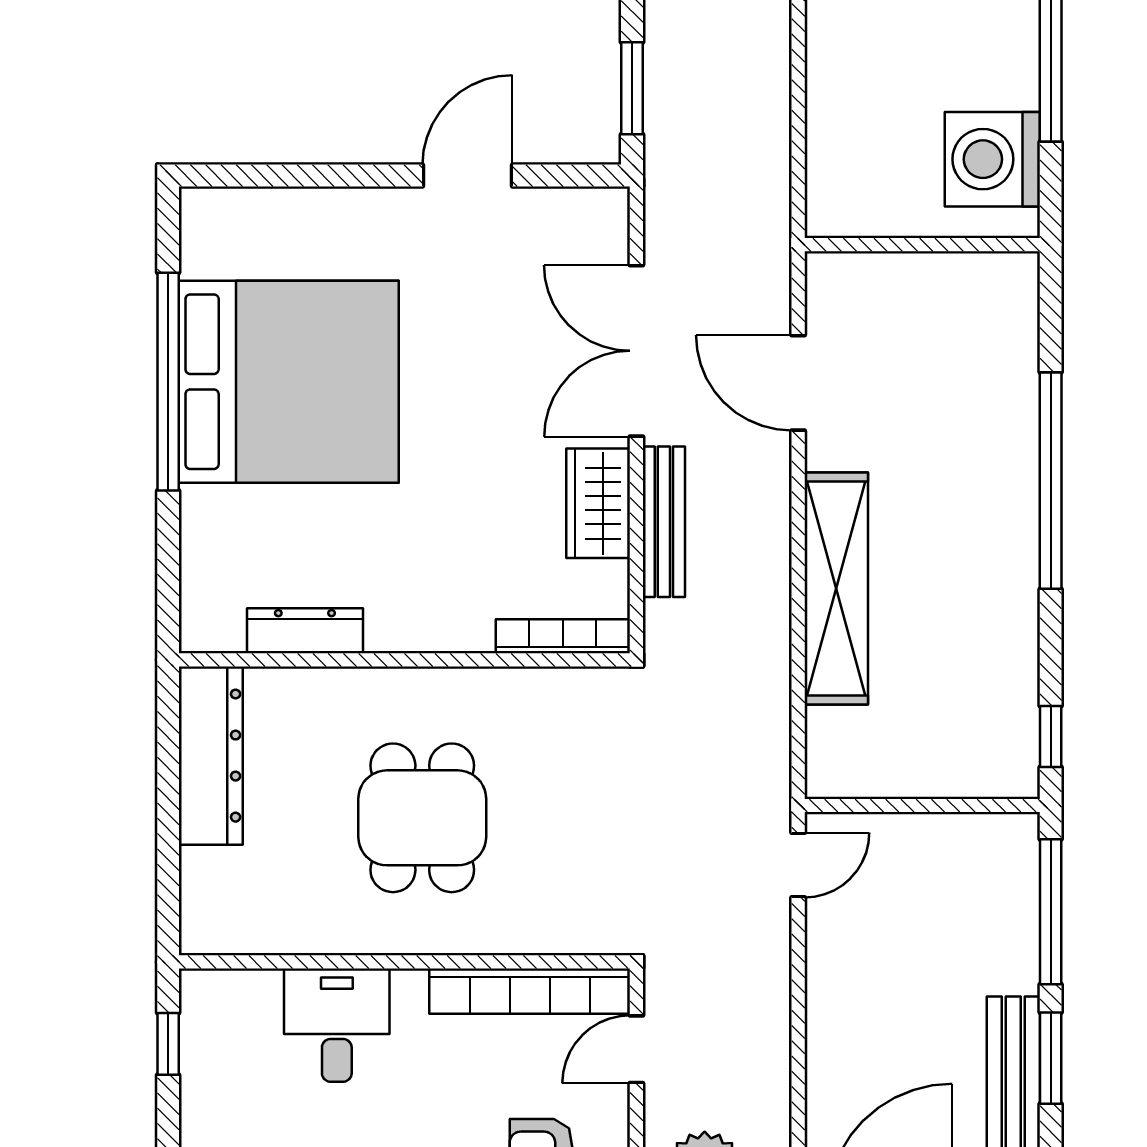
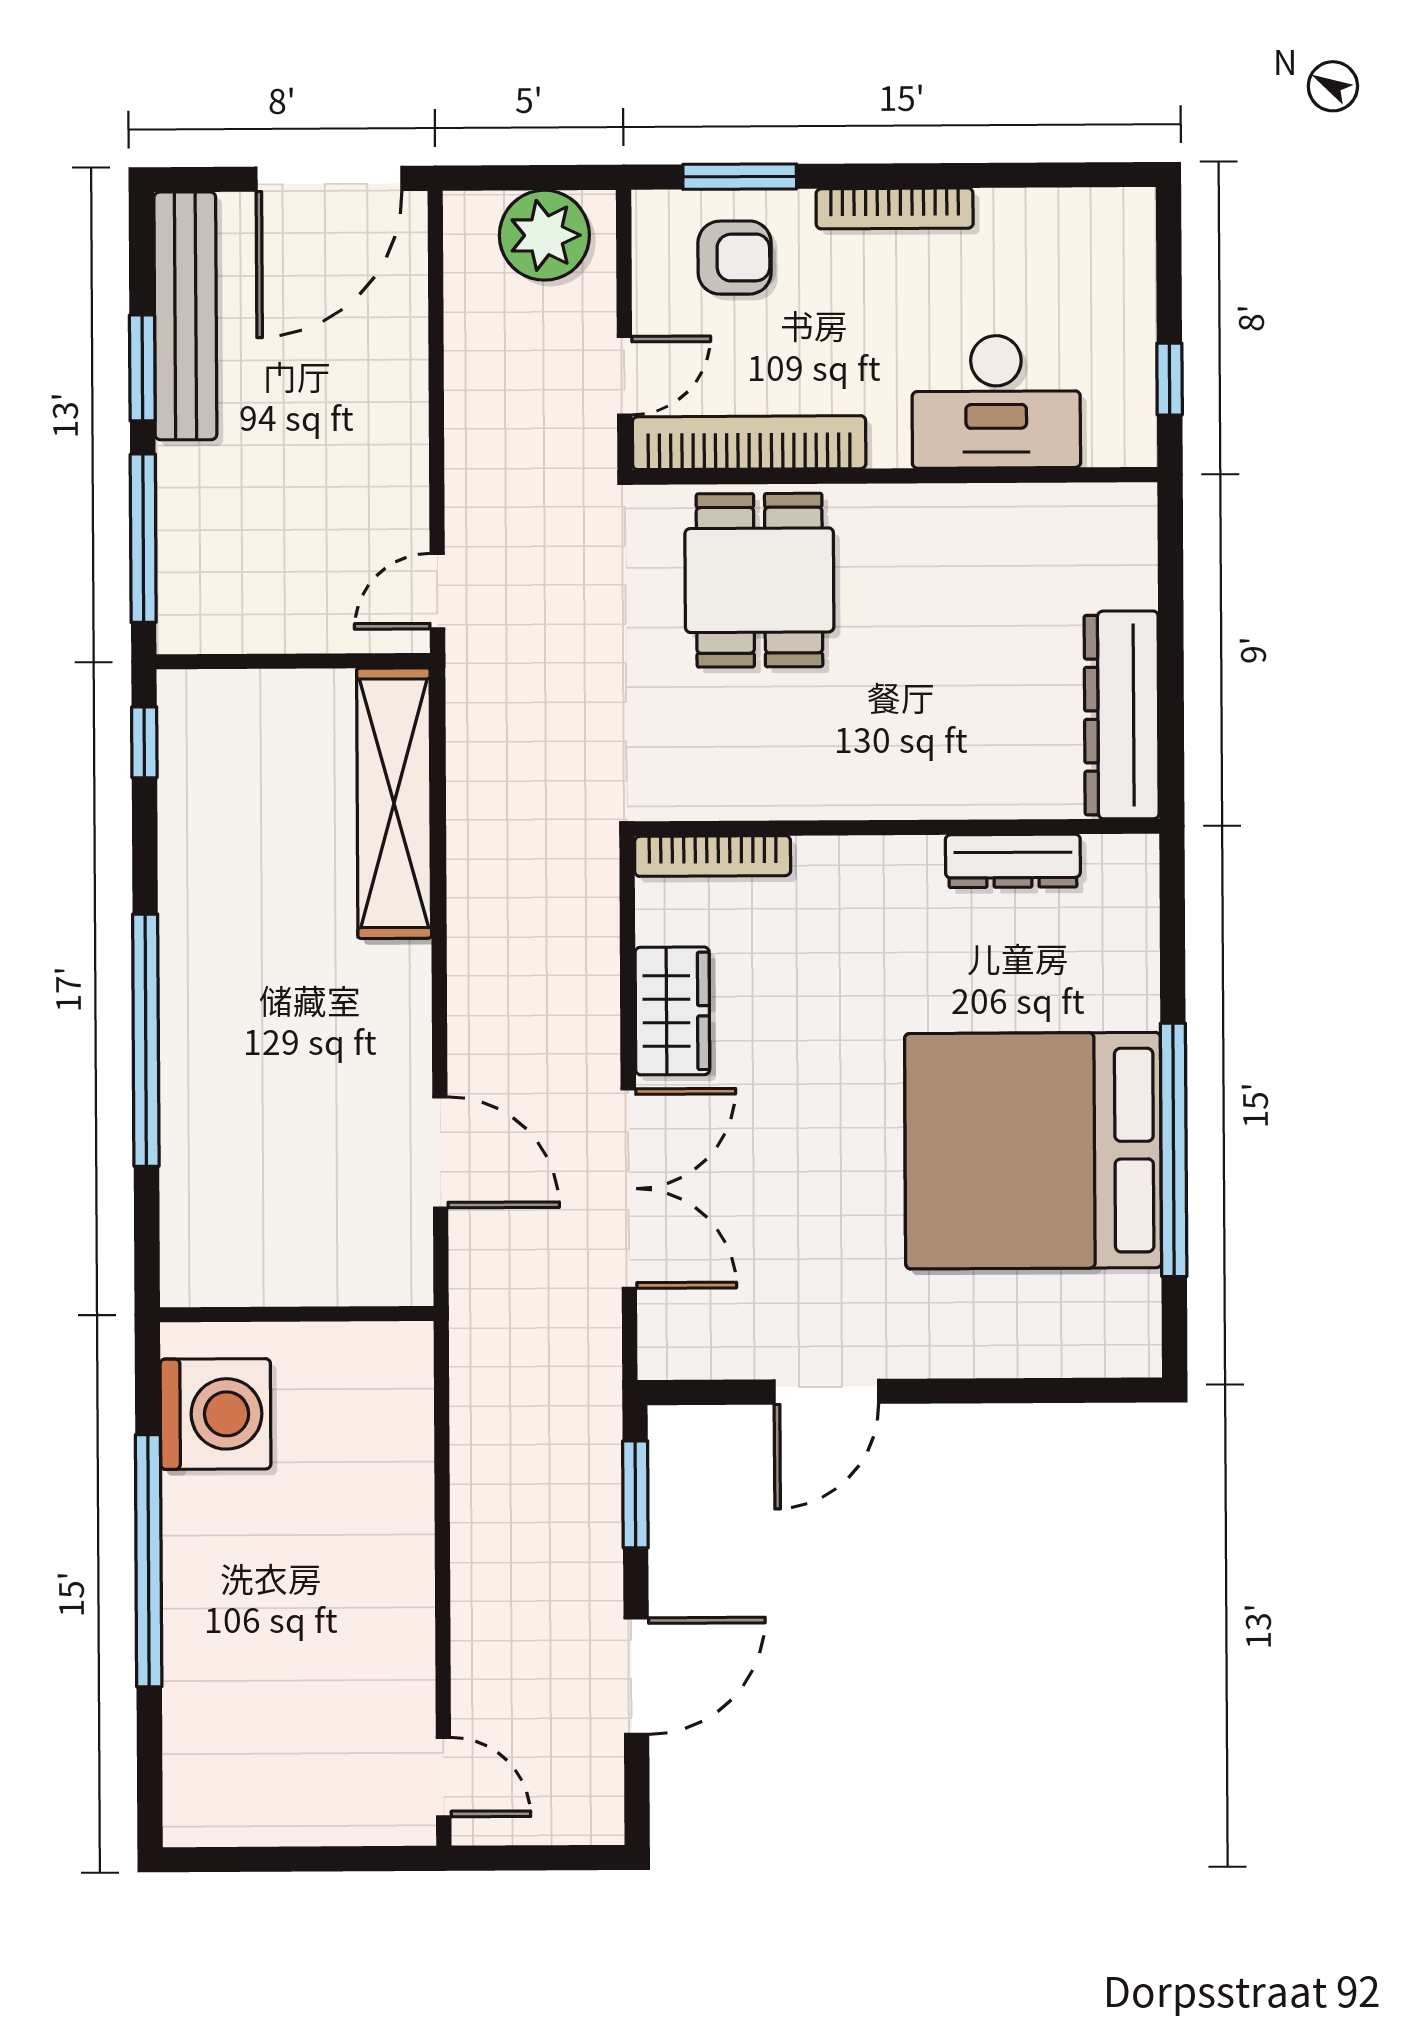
bench: (664, 522) -> (596, 990), removed
shelving: (836, 589) -> (394, 803), moved
dining table: (422, 818) -> (759, 580), moved
desk: (337, 1025) -> (996, 402), width x1.37

